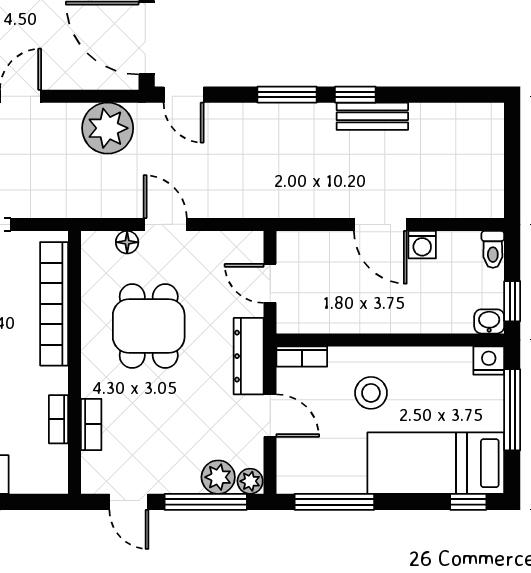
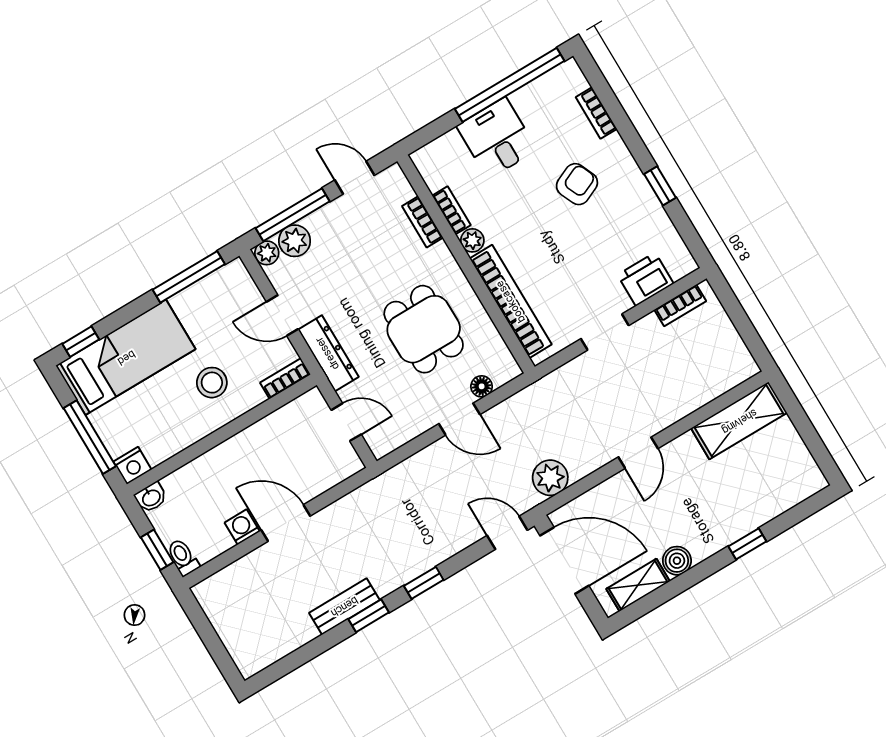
window: (287, 95) -> (424, 583), width x0.67
plant: (108, 128) -> (550, 478), width x0.73, depth x0.73
window: (512, 301) -> (157, 550), moved
plant: (56, 380) -> (472, 240), added

